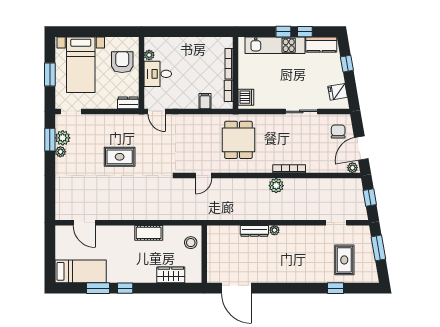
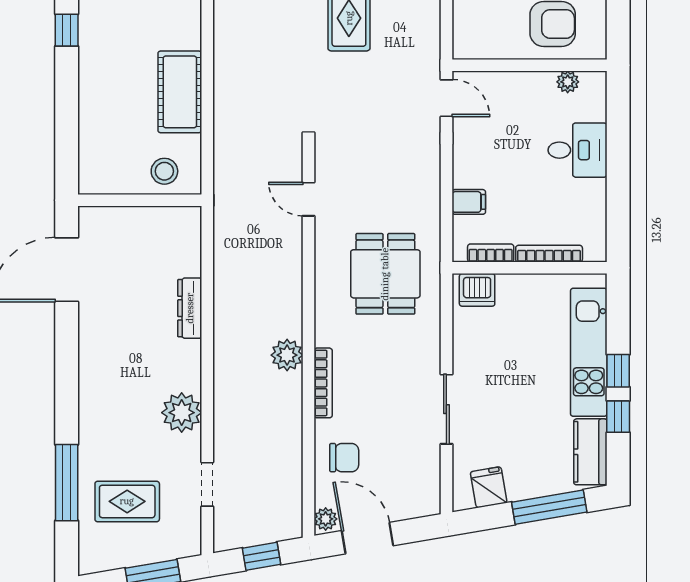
window: (347, 64) -> (549, 507), width x2.17
desk: (158, 74) -> (578, 150), moved, turned 90
dresser: (128, 103) -> (465, 37), removed
door: (157, 111) -> (446, 98), swing flipped
chair: (338, 132) -> (344, 458), moved
dining table: (238, 140) -> (385, 274), turned 90
plant: (274, 230) -> (182, 413), moved, width x1.87, depth x1.87
cot: (149, 233) -> (180, 92), width x1.37, depth x1.34
wardrobe: (171, 275) -> (95, 128), removed
window: (335, 288) -> (67, 483), width x2.17

